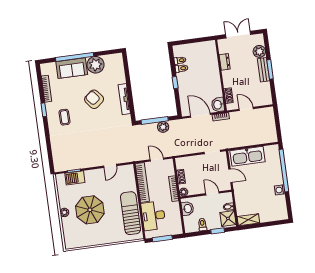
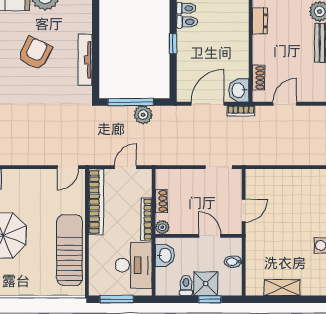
armchair: (94, 99) -> (35, 53), turned 65
door: (246, 109) -> (285, 104), hinge flipped
door: (200, 115) -> (208, 104), hinge flipped
kitchen sink: (247, 156) -> (276, 182), removed
door: (157, 159) -> (125, 167), hinge flipped
door: (110, 166) -> (68, 167), moved
door: (230, 176) -> (244, 211), hinge flipped
desk: (153, 216) -> (134, 265), moved, turned 180
shower: (228, 218) -> (206, 284), moved
shelving: (248, 220) -> (282, 288), moved

